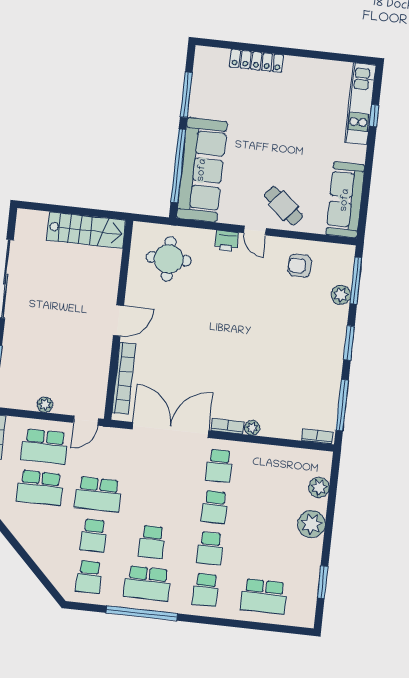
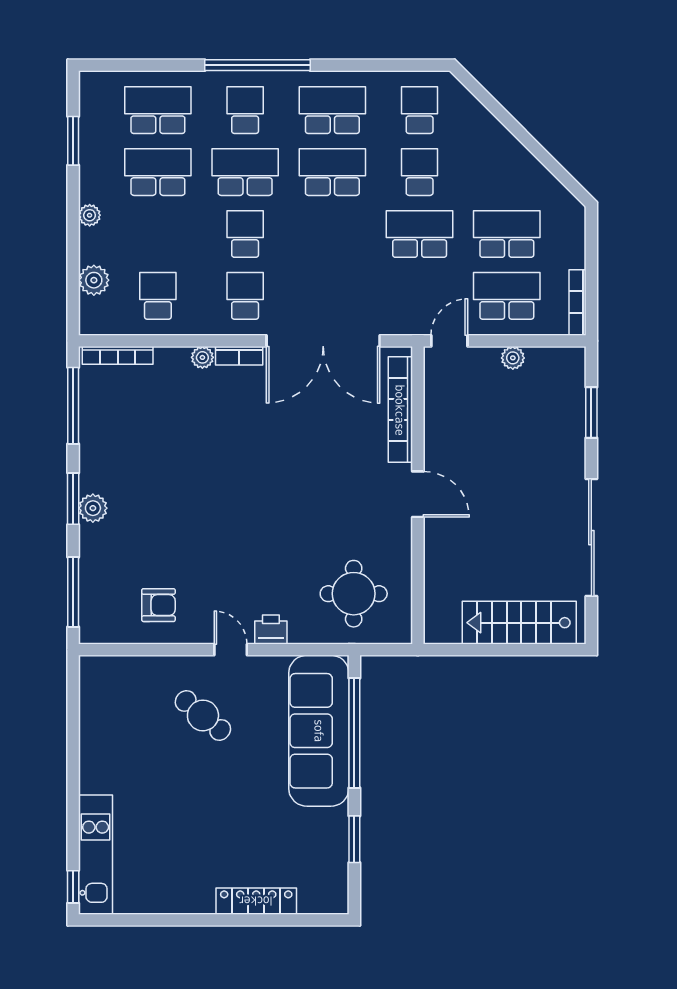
window: (186, 95) -> (354, 839), width x0.69
window: (374, 116) -> (73, 887), moved
sofa: (345, 200) -> (102, 710), removed
cafe table: (283, 206) -> (203, 715), moved
stairs: (86, 230) -> (519, 623), moved
plant: (341, 295) -> (93, 508), moved
door: (118, 321) -> (418, 494), swing flipped
bookcase: (317, 436) -> (118, 355), width x1.56
school desk: (277, 472) -> (158, 296), added
plant: (311, 524) -> (90, 215), width x0.53, depth x0.53
school desk: (152, 542) -> (332, 172), width x1.85
school desk: (210, 548) -> (245, 172), width x1.85
school desk: (268, 555) -> (158, 172), added
window: (142, 613) -> (258, 65), moved

